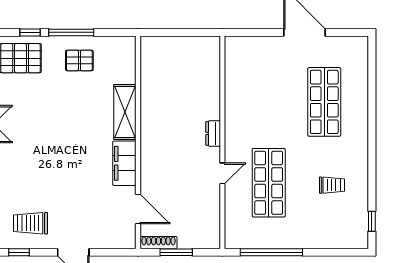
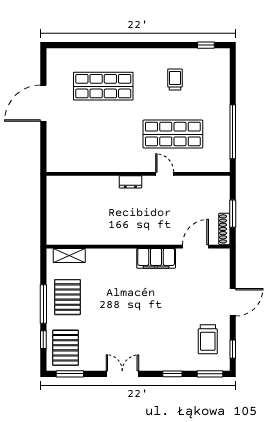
pallet: (79, 60) -> (68, 297), width x1.50, depth x1.42
shelving: (125, 112) -> (69, 256), moved, width x0.67, depth x0.75

